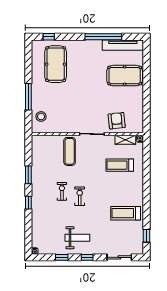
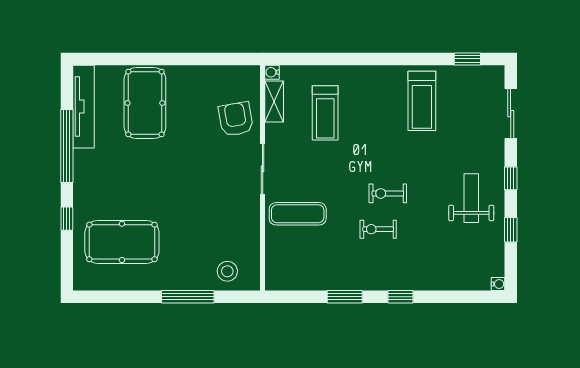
window: (49, 37) -> (67, 219), moved
armchair: (117, 121) -> (236, 119), turned 86

